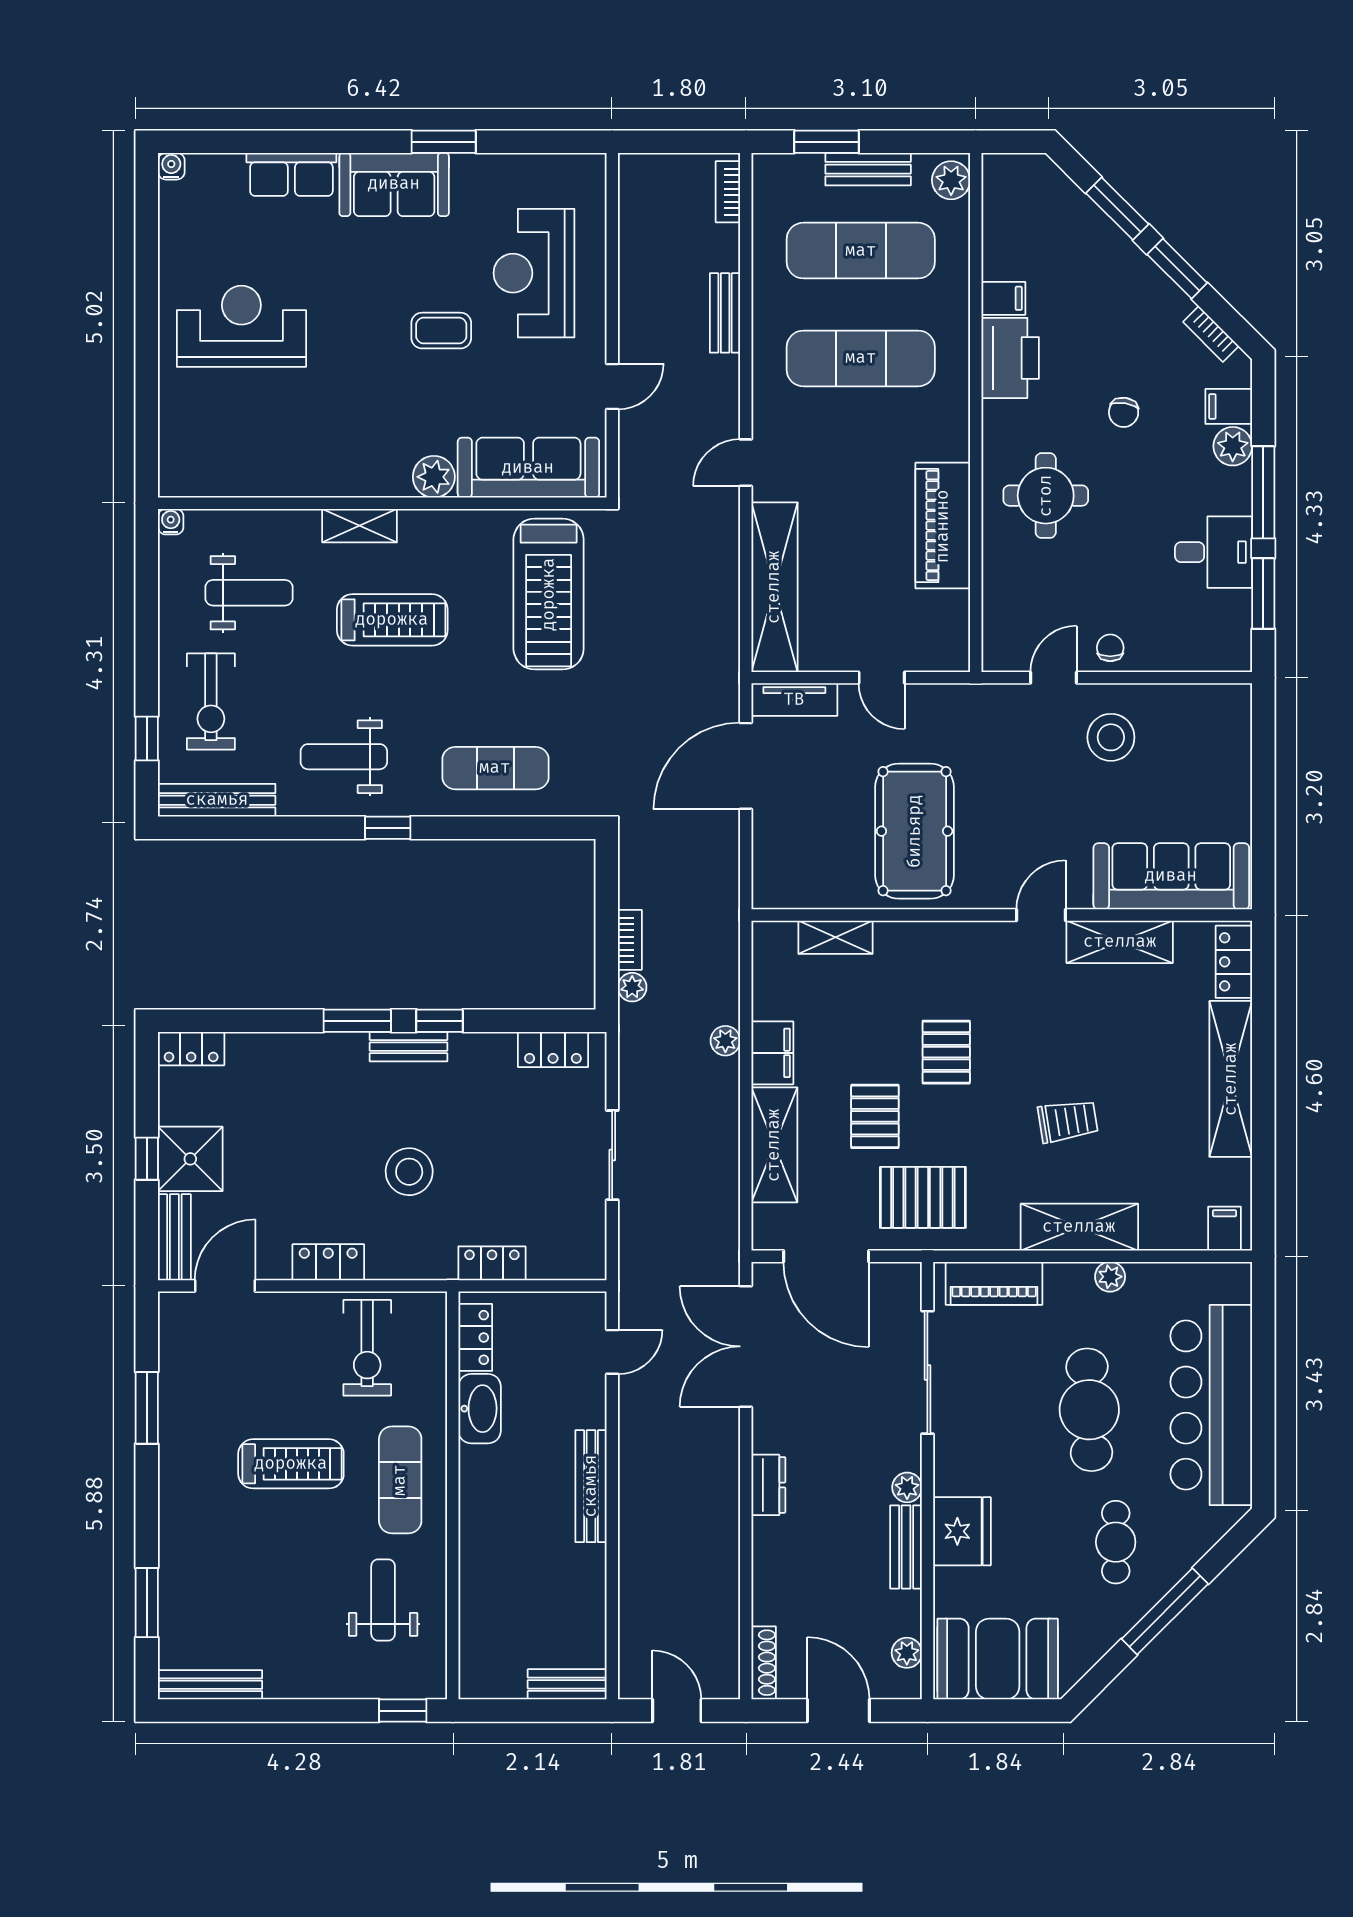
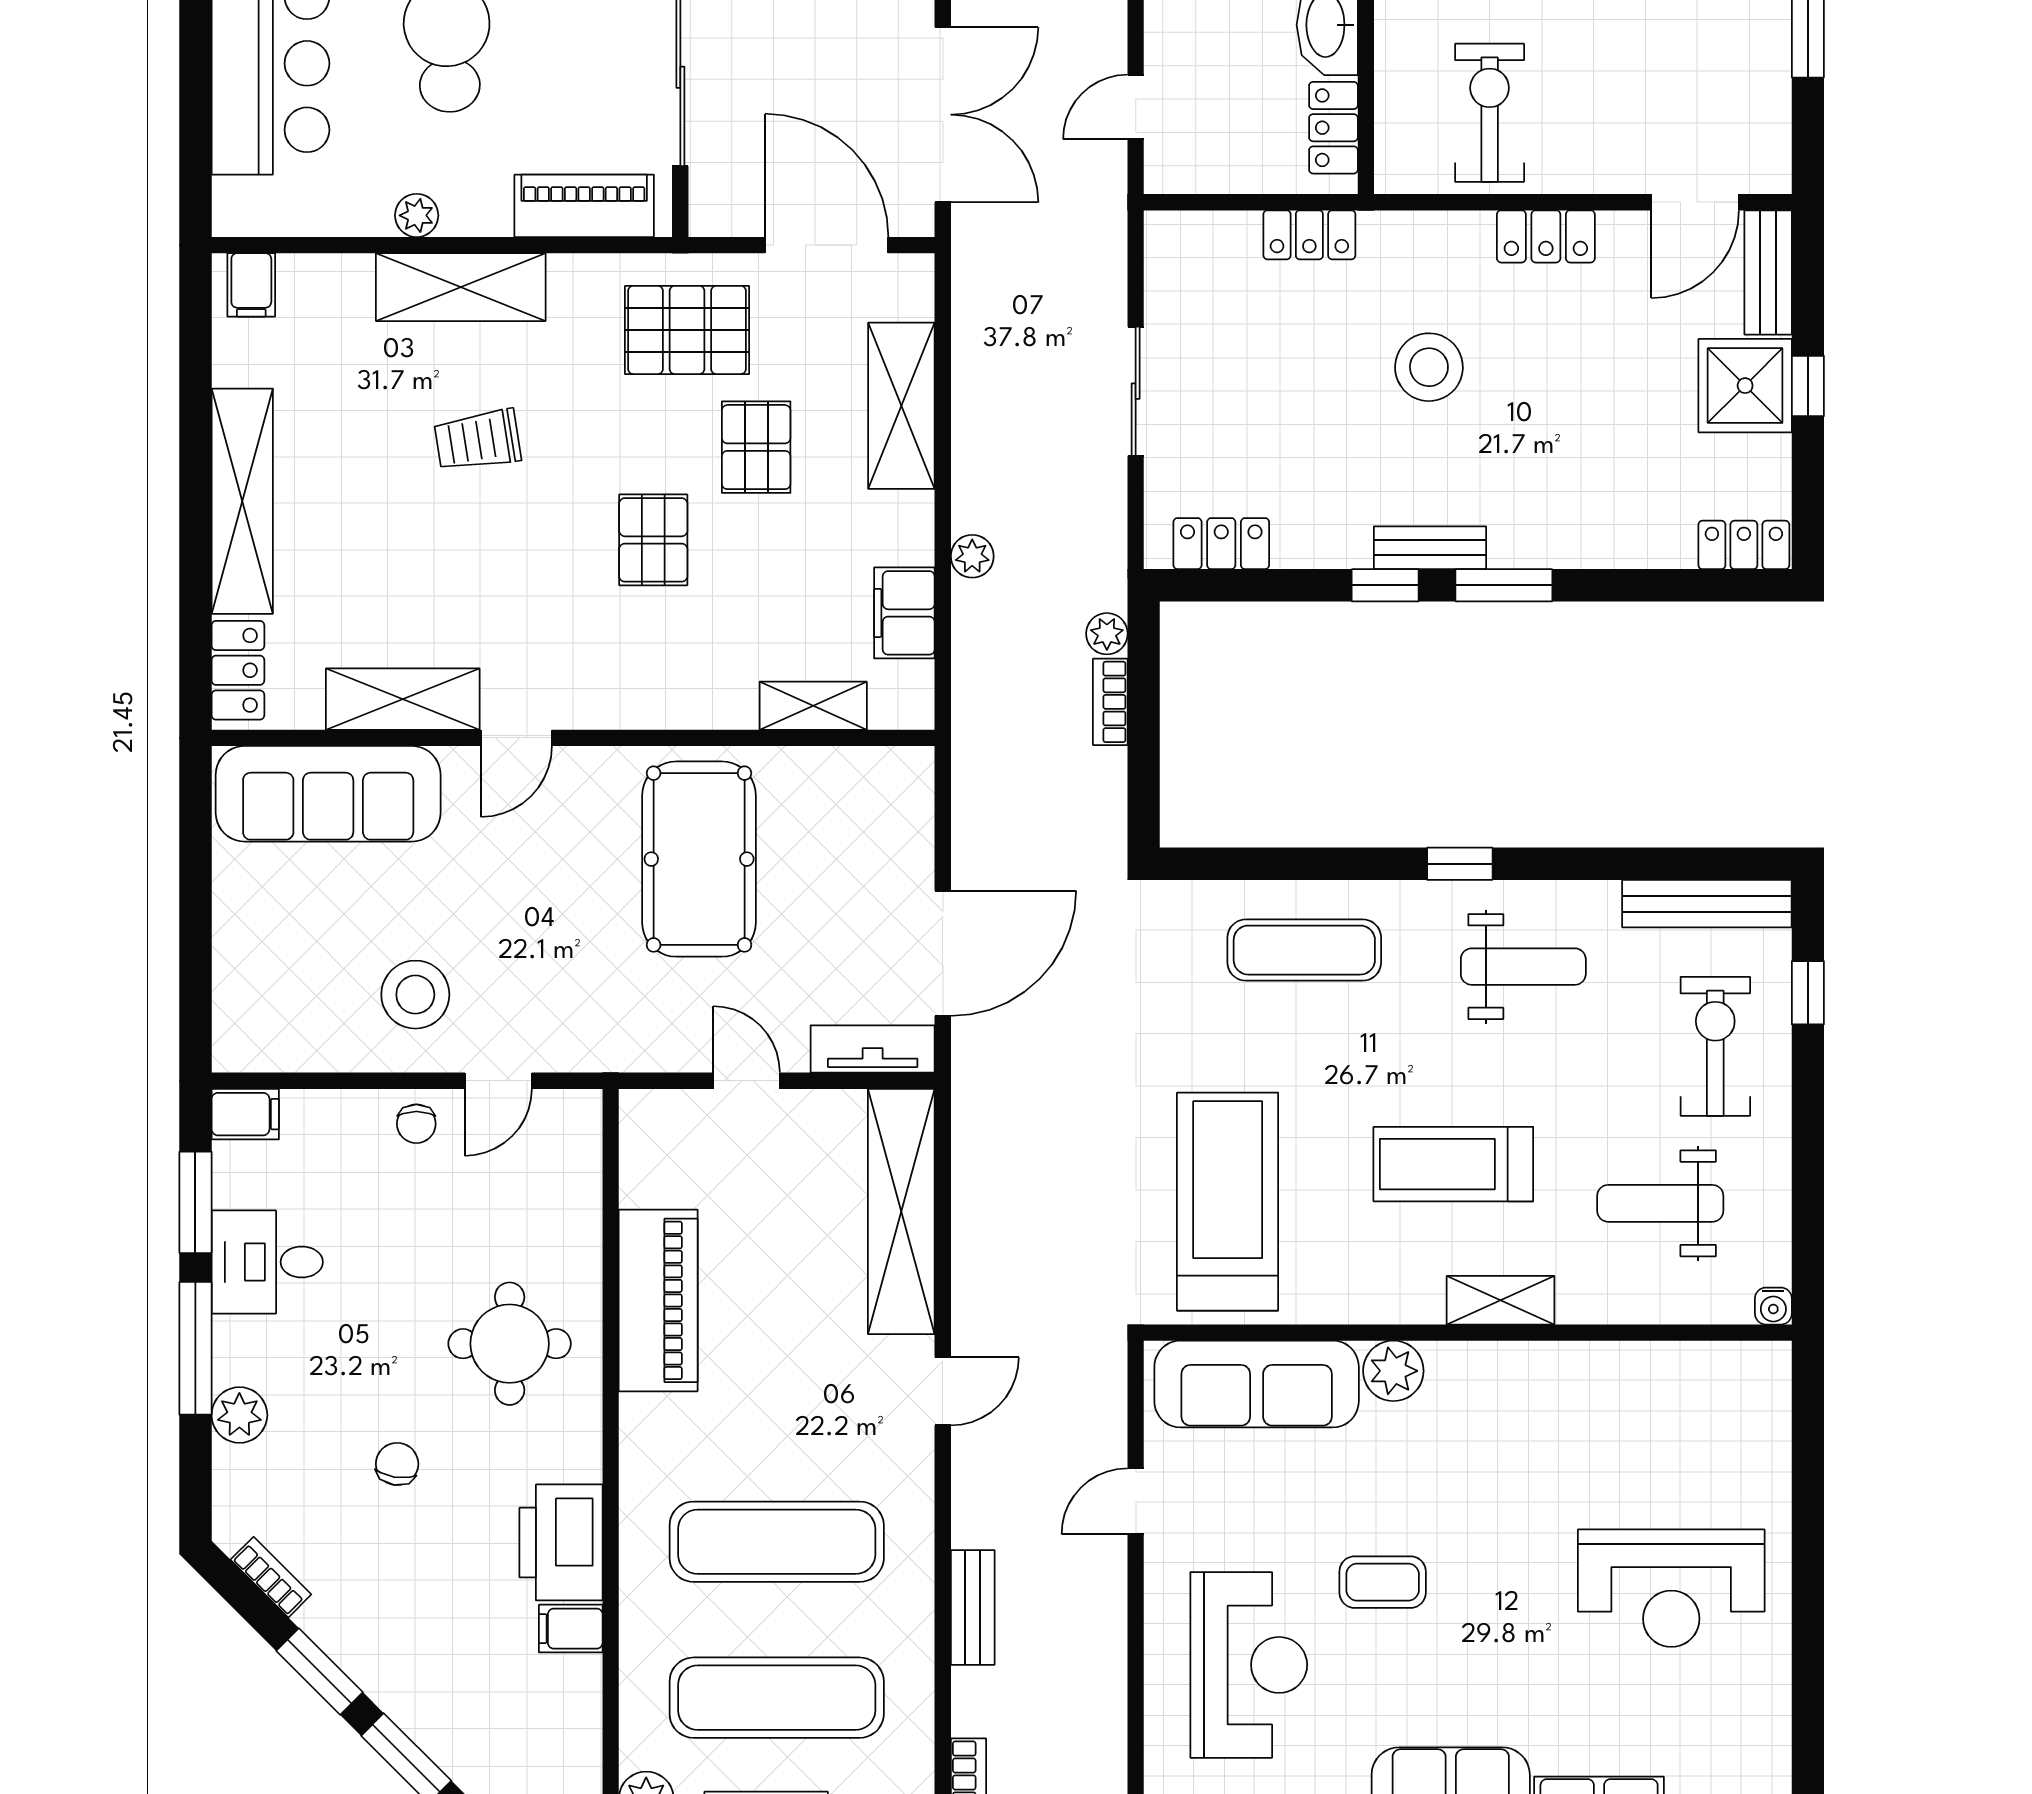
filing cabinet: (1229, 406) -> (245, 1114), moved
filing cabinet: (772, 1053) -> (904, 613), moved

